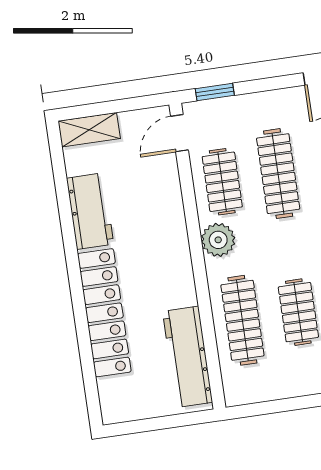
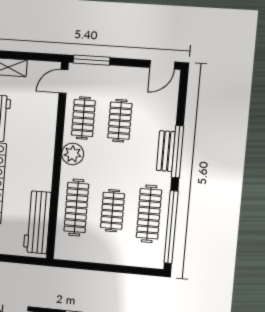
window: (215, 92) -> (92, 60), width x1.50
clothes rail: (278, 174) -> (120, 121), width x0.73

